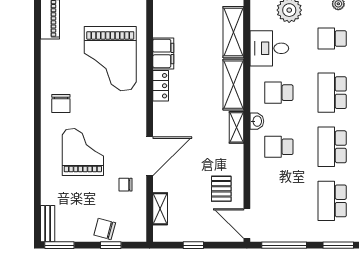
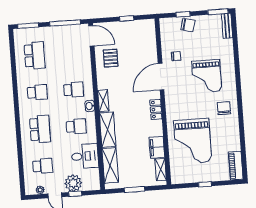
grand piano: (110, 59) -> (193, 141), turned 180
locker: (161, 86) -> (156, 109), moved
school desk: (332, 147) -> (37, 92), width x0.54
shelving: (160, 209) -> (161, 170), moved

